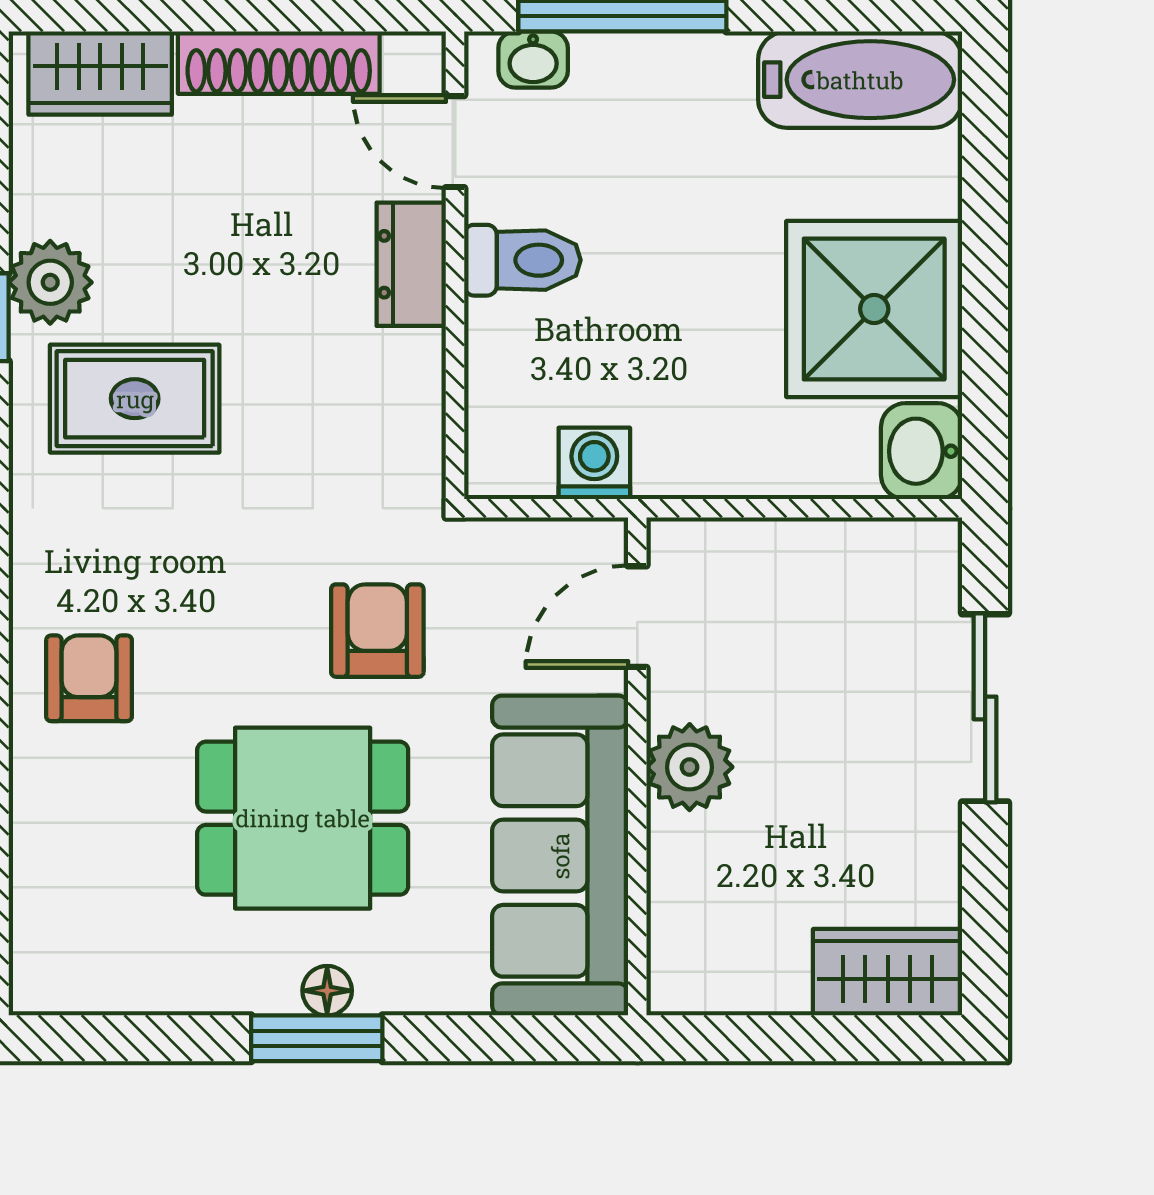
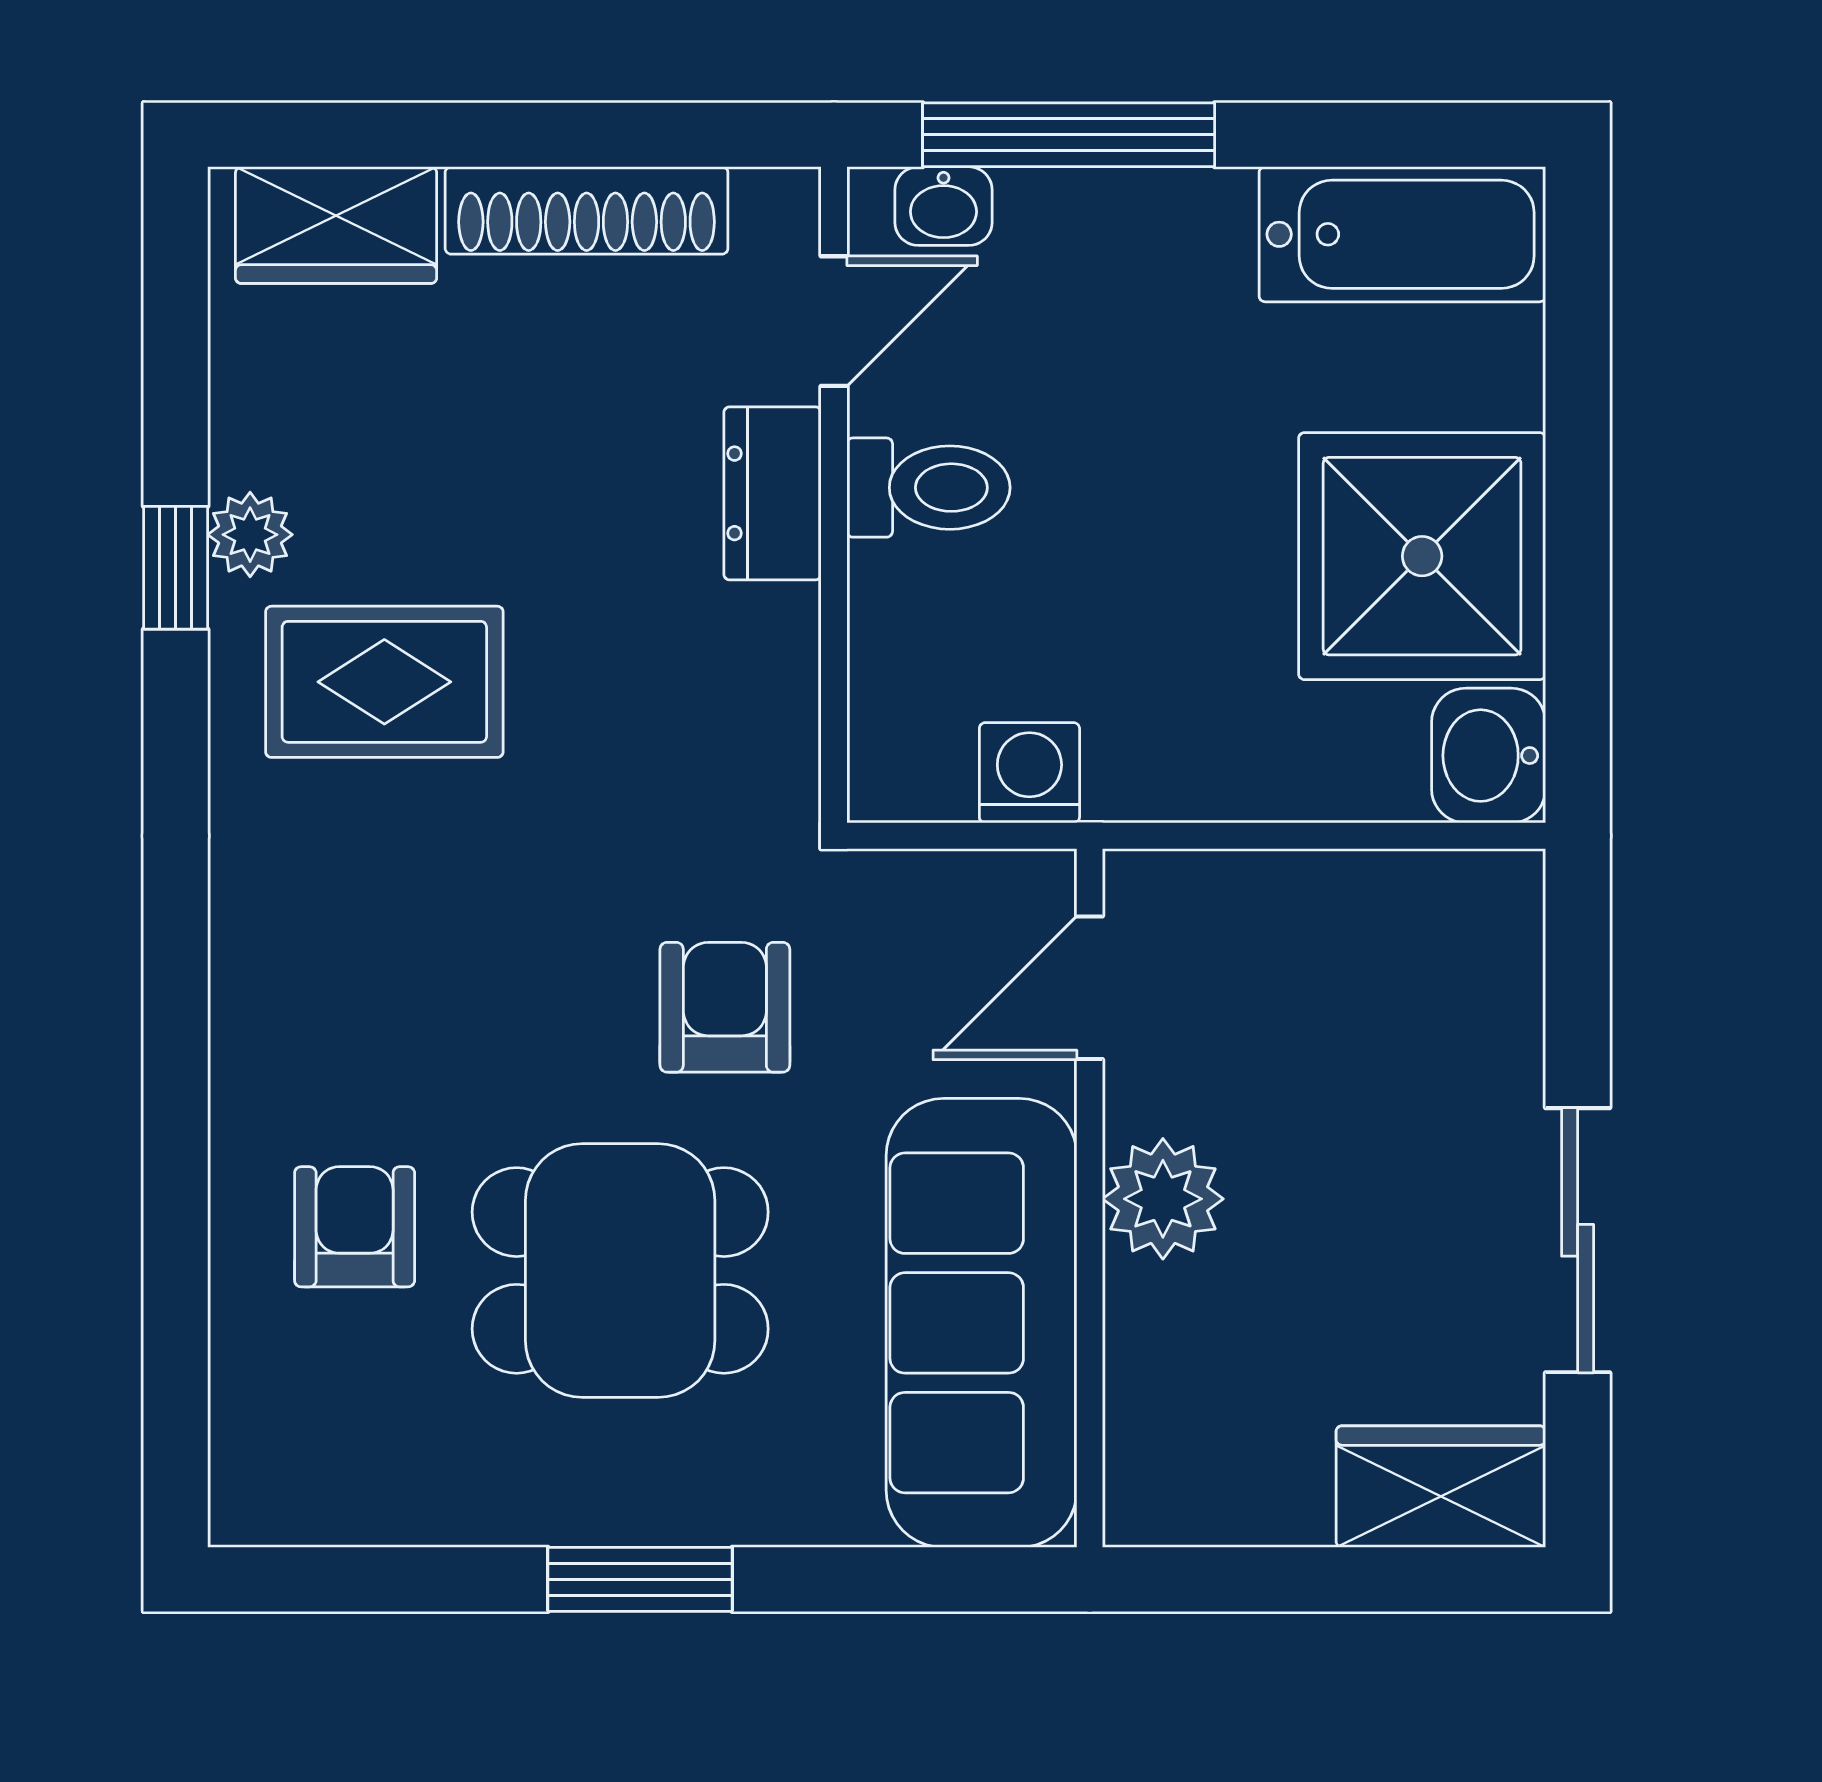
door: (455, 142) -> (834, 321), swing flipped
plant: (50, 282) -> (250, 535), width x0.73, depth x0.73
armchair: (89, 678) -> (355, 1227), moved
sliding door: (985, 708) -> (1578, 1240), moved
floor lamp: (327, 991) -> (655, 1513), removed

